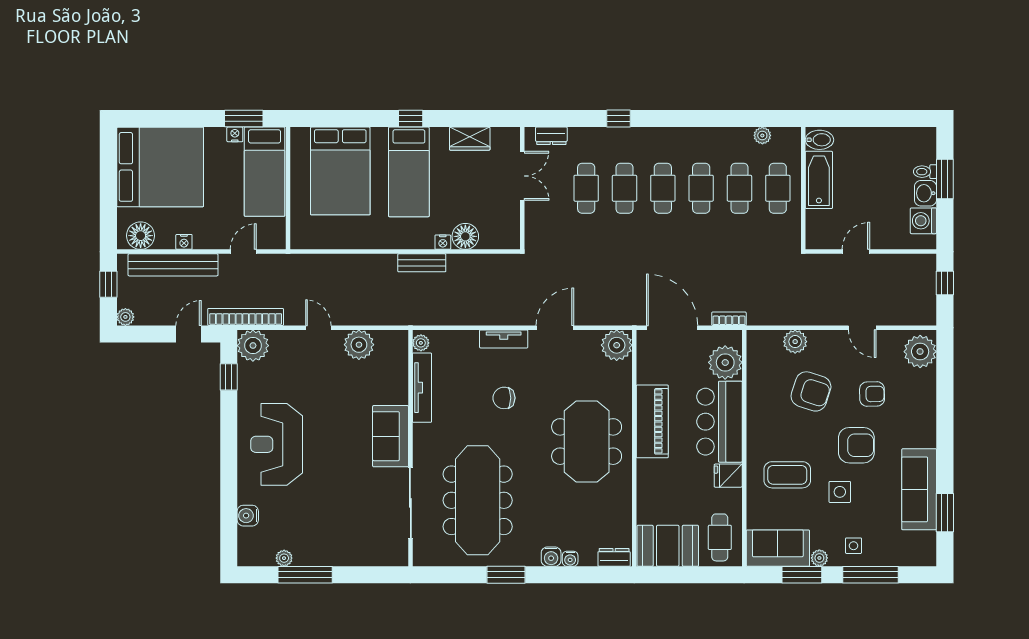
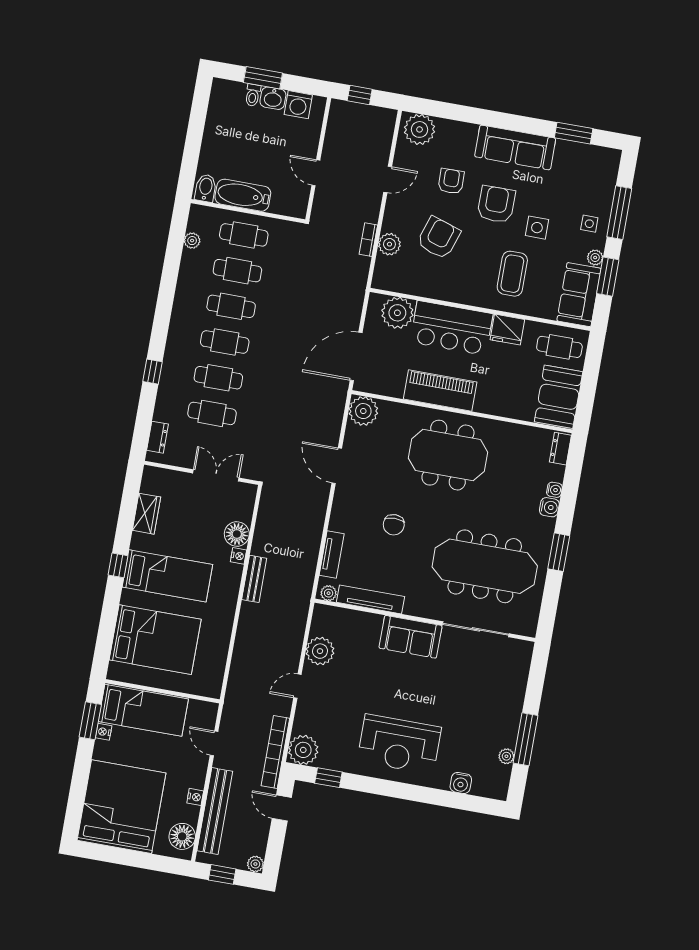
double door: (522, 176) -> (216, 475), moved
bookcase: (729, 319) -> (368, 240), moved
tv unit: (504, 339) -> (332, 555), moved
fridge: (728, 476) -> (507, 330), width x1.38
sofa: (919, 489) -> (515, 147), moved

